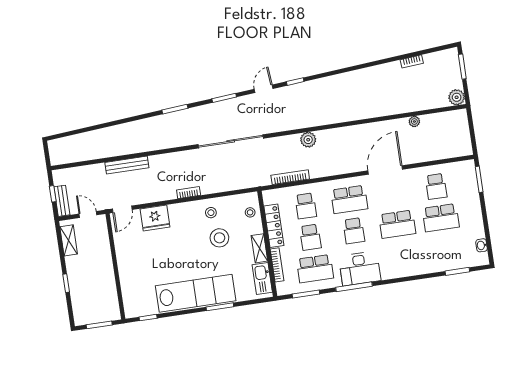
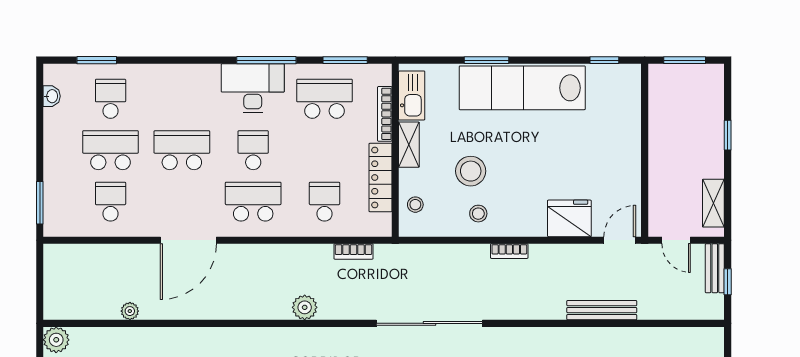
bookcase: (290, 177) -> (353, 251), width x0.64
school desk: (310, 237) -> (111, 99), moved

